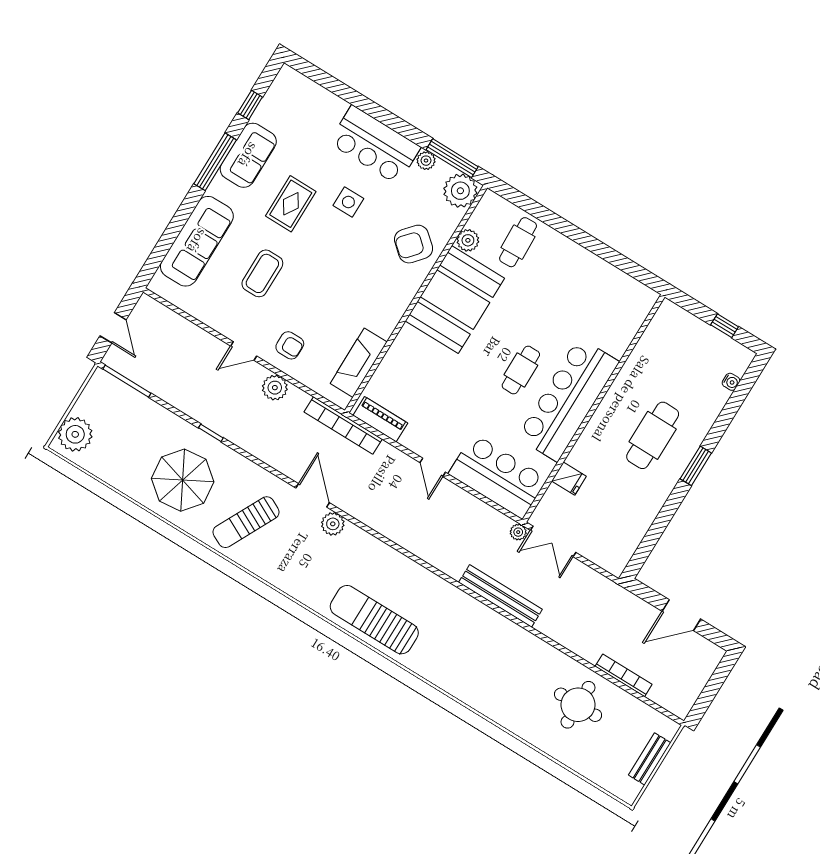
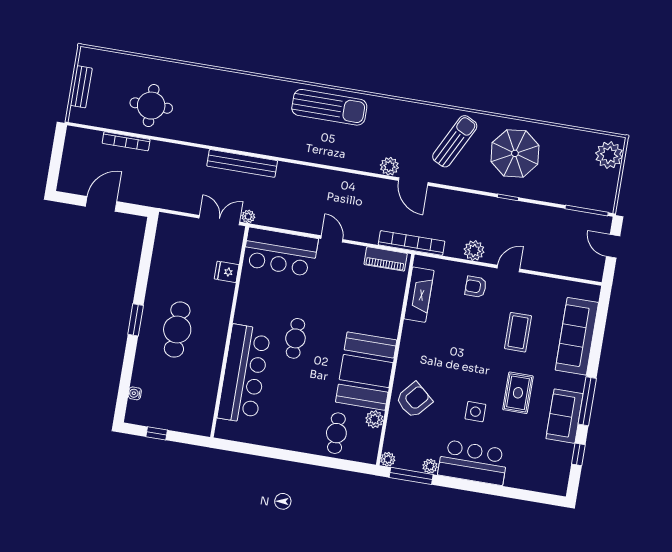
plant: (460, 191) -> (388, 459), width x0.53, depth x0.53
bar counter: (568, 400) -> (244, 374), moved

